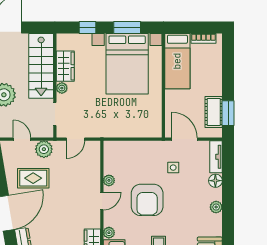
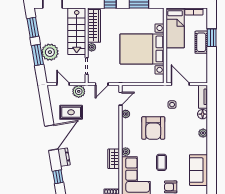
bed with nightstands: (127, 64) -> (142, 49), moved, turned 90
wardrobe: (65, 66) -> (94, 26), width x1.50
cot: (214, 112) -> (201, 42), moved
window: (228, 113) -> (212, 38), moved
door: (102, 201) -> (121, 99), moved

